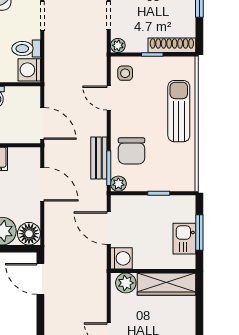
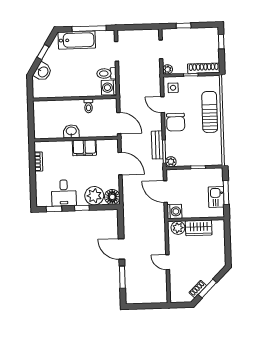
chair: (132, 151) -> (176, 122), moved
door: (40, 279) -> (121, 249), moved
wardrobe: (167, 284) -> (199, 228), width x0.67

